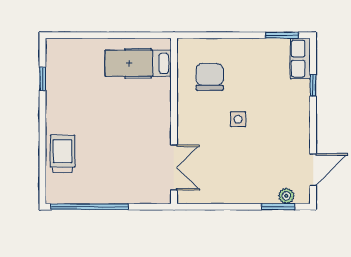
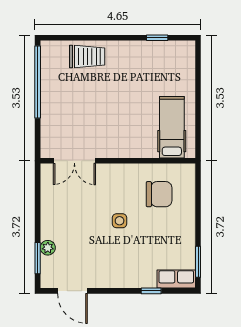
plant: (286, 196) -> (48, 248), moved

